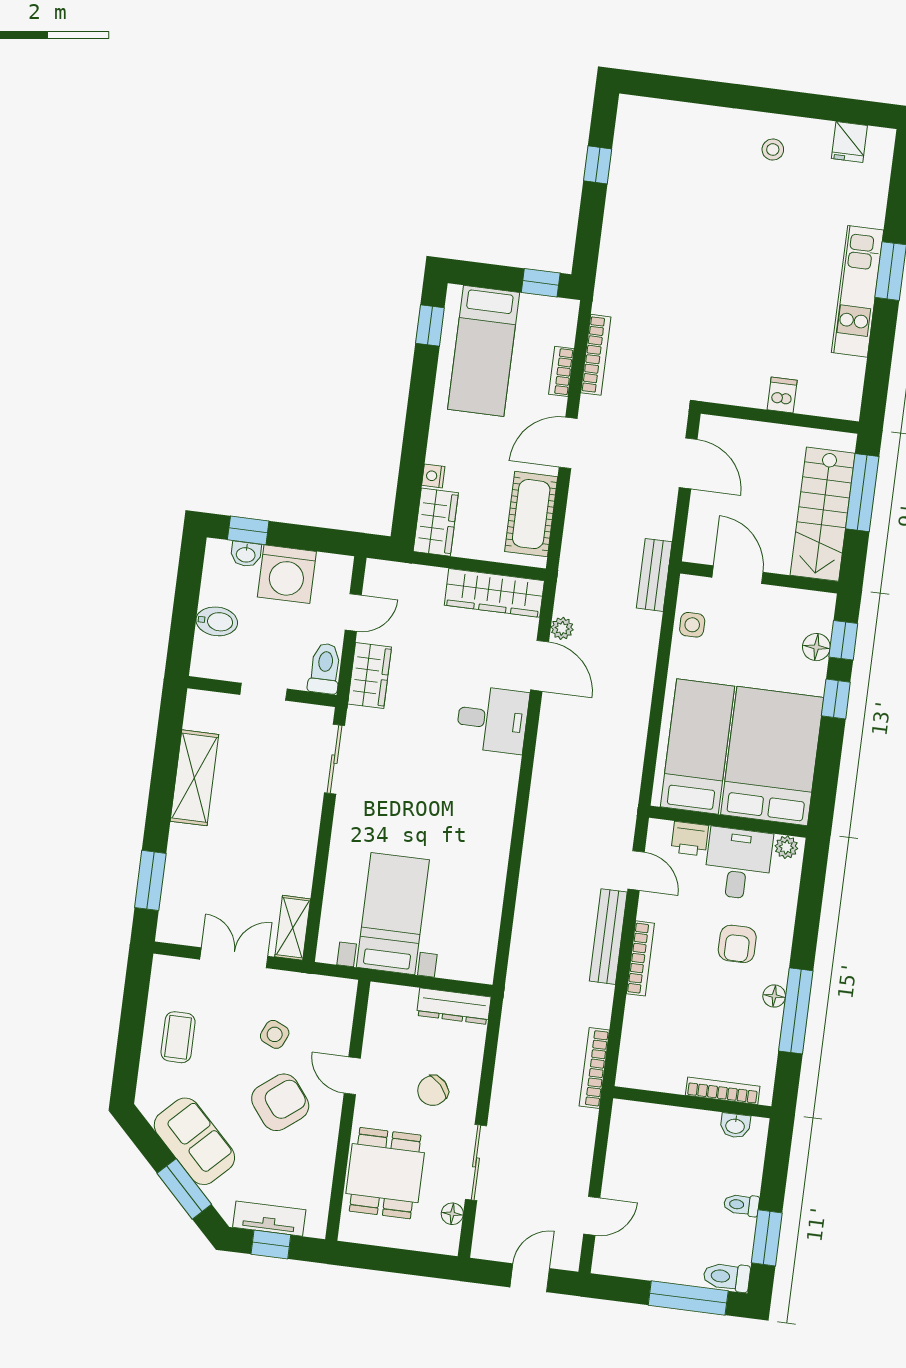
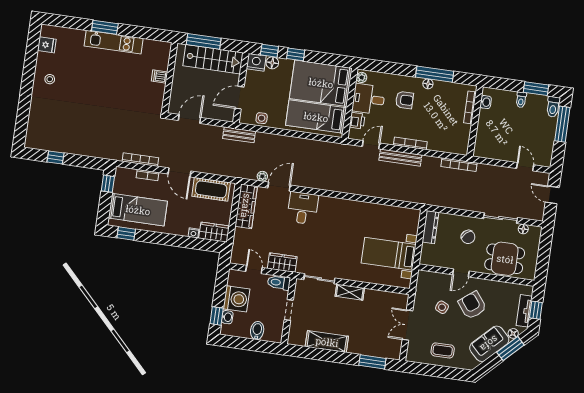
nightstand: (817, 611) -> (256, 62), added
shelving: (293, 928) -> (350, 292), moved
floor lamp: (218, 1195) -> (513, 333), added

